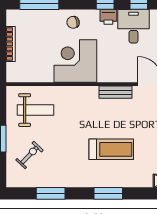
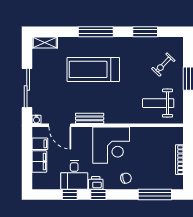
corner desk: (75, 61) -> (111, 145), moved
treadmill: (111, 149) -> (93, 69), width x1.37, depth x1.38
window: (108, 193) -> (96, 32), width x1.44

